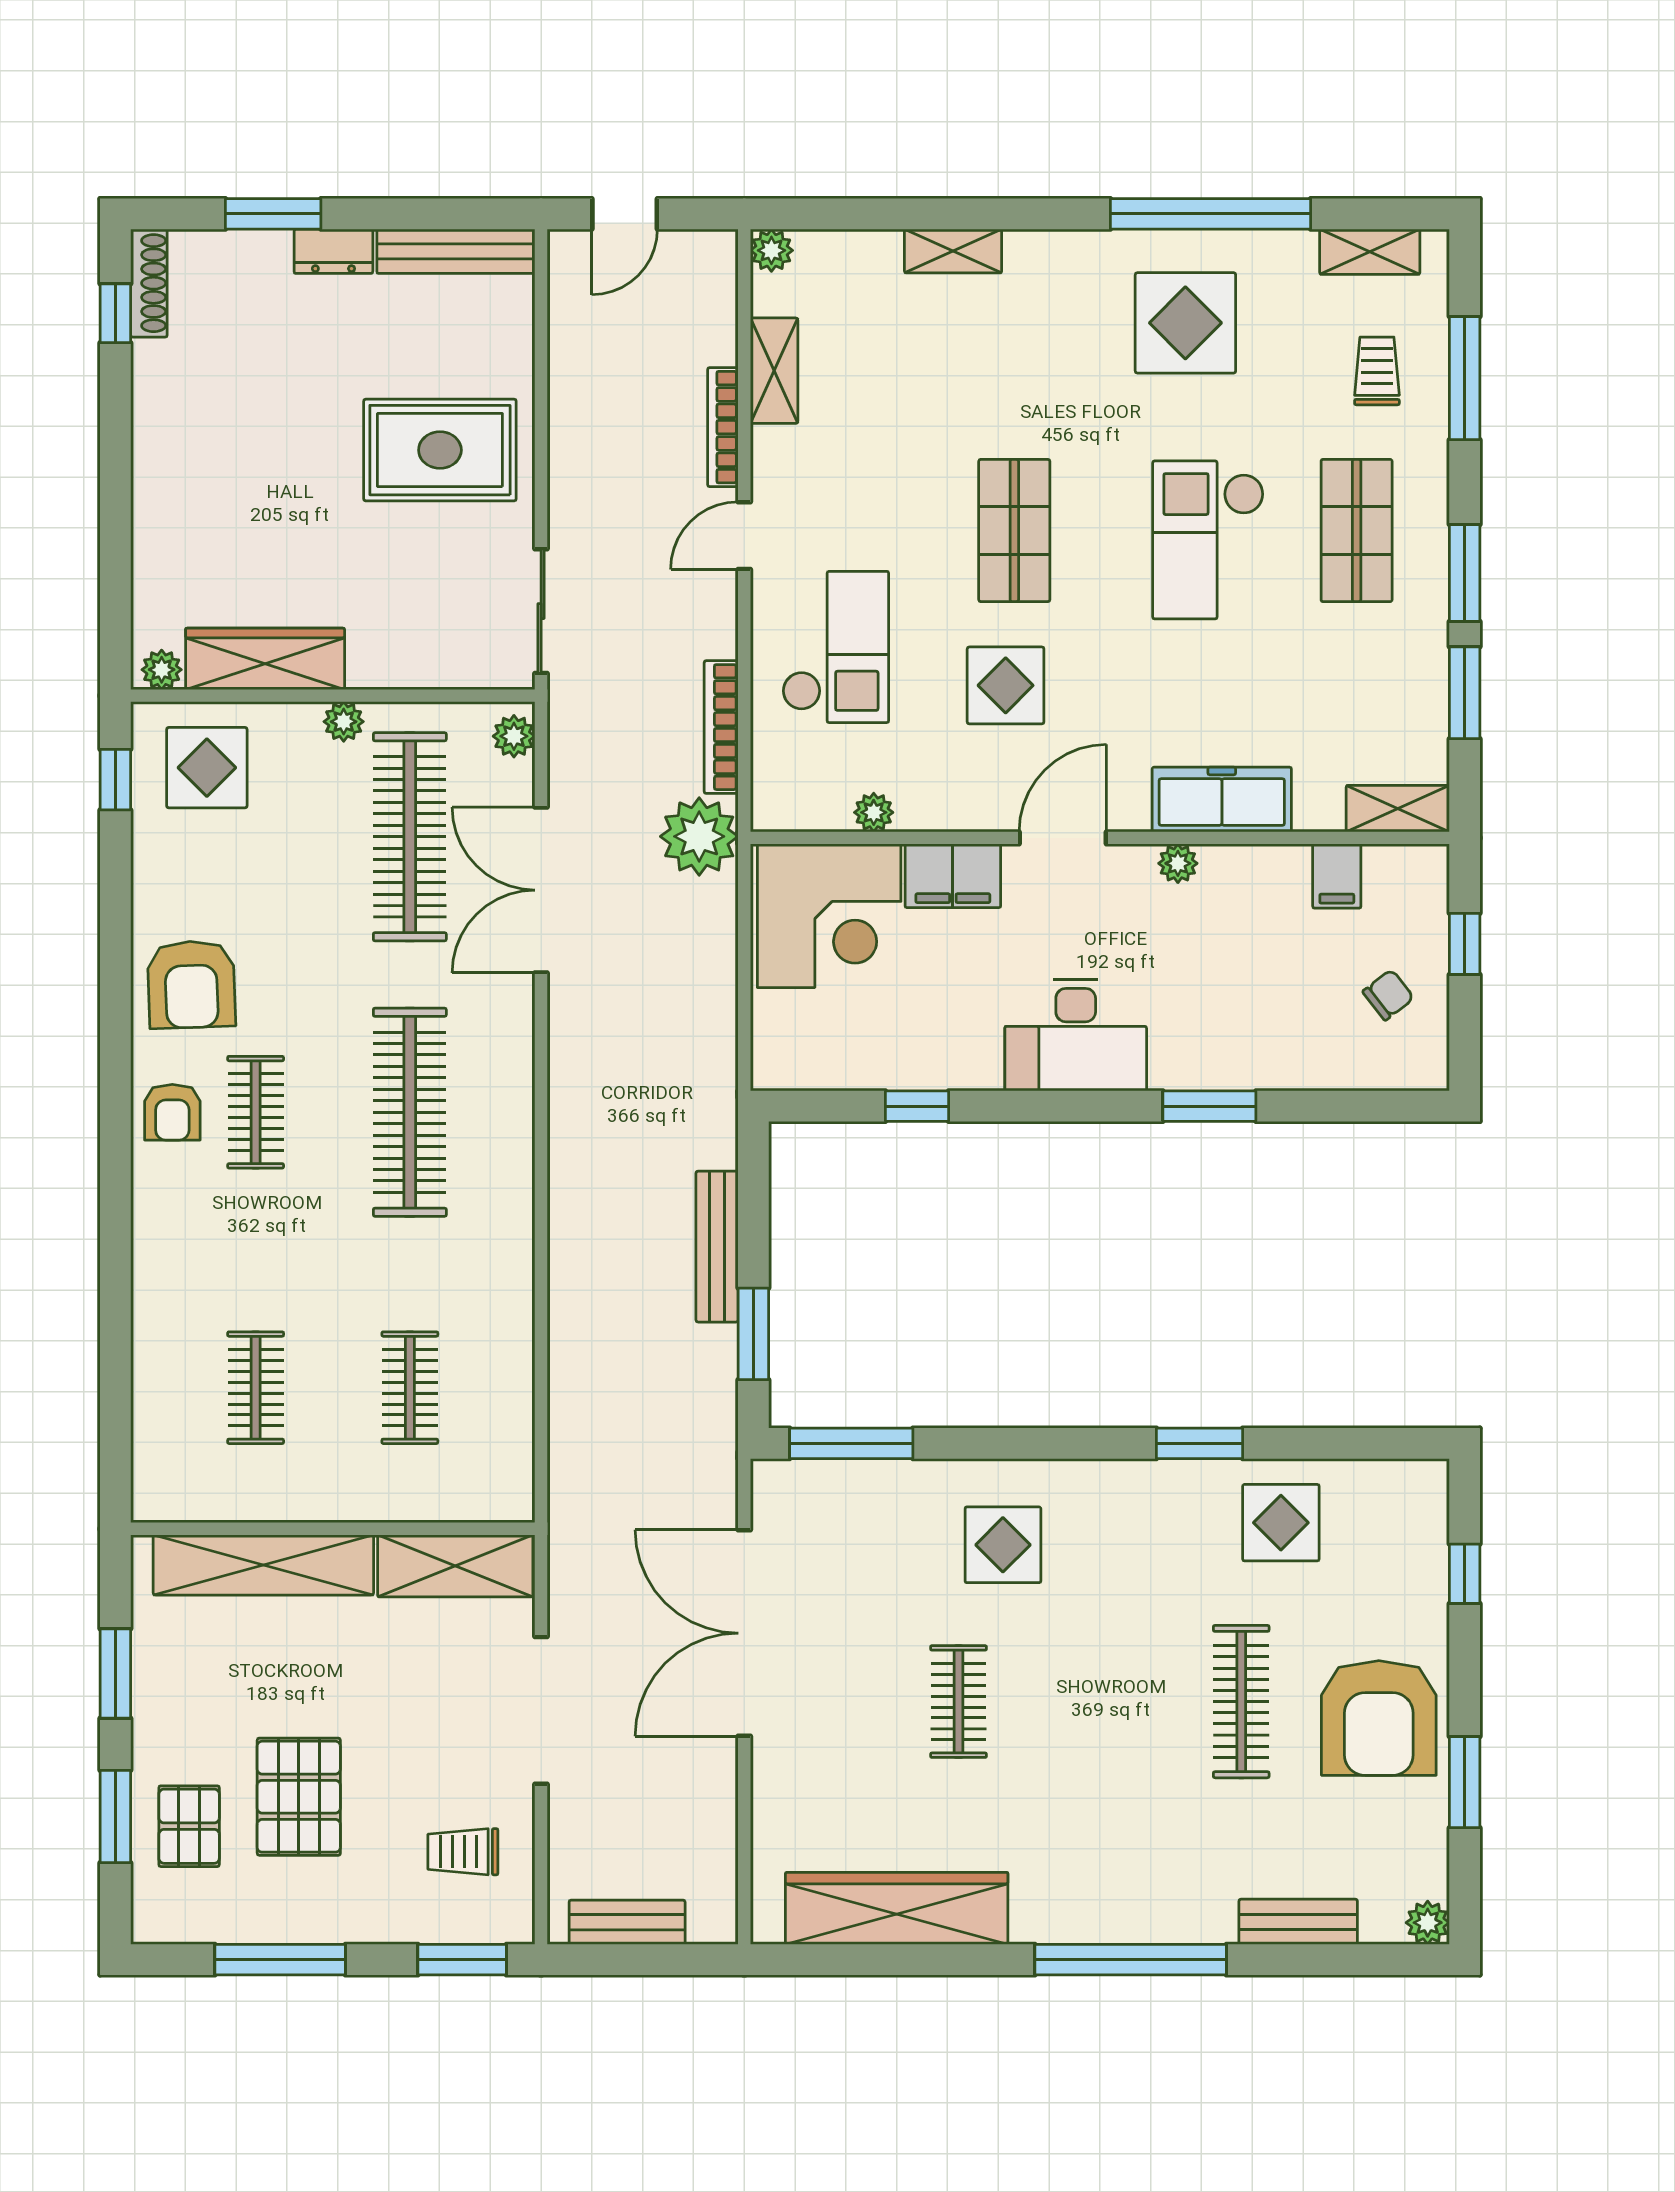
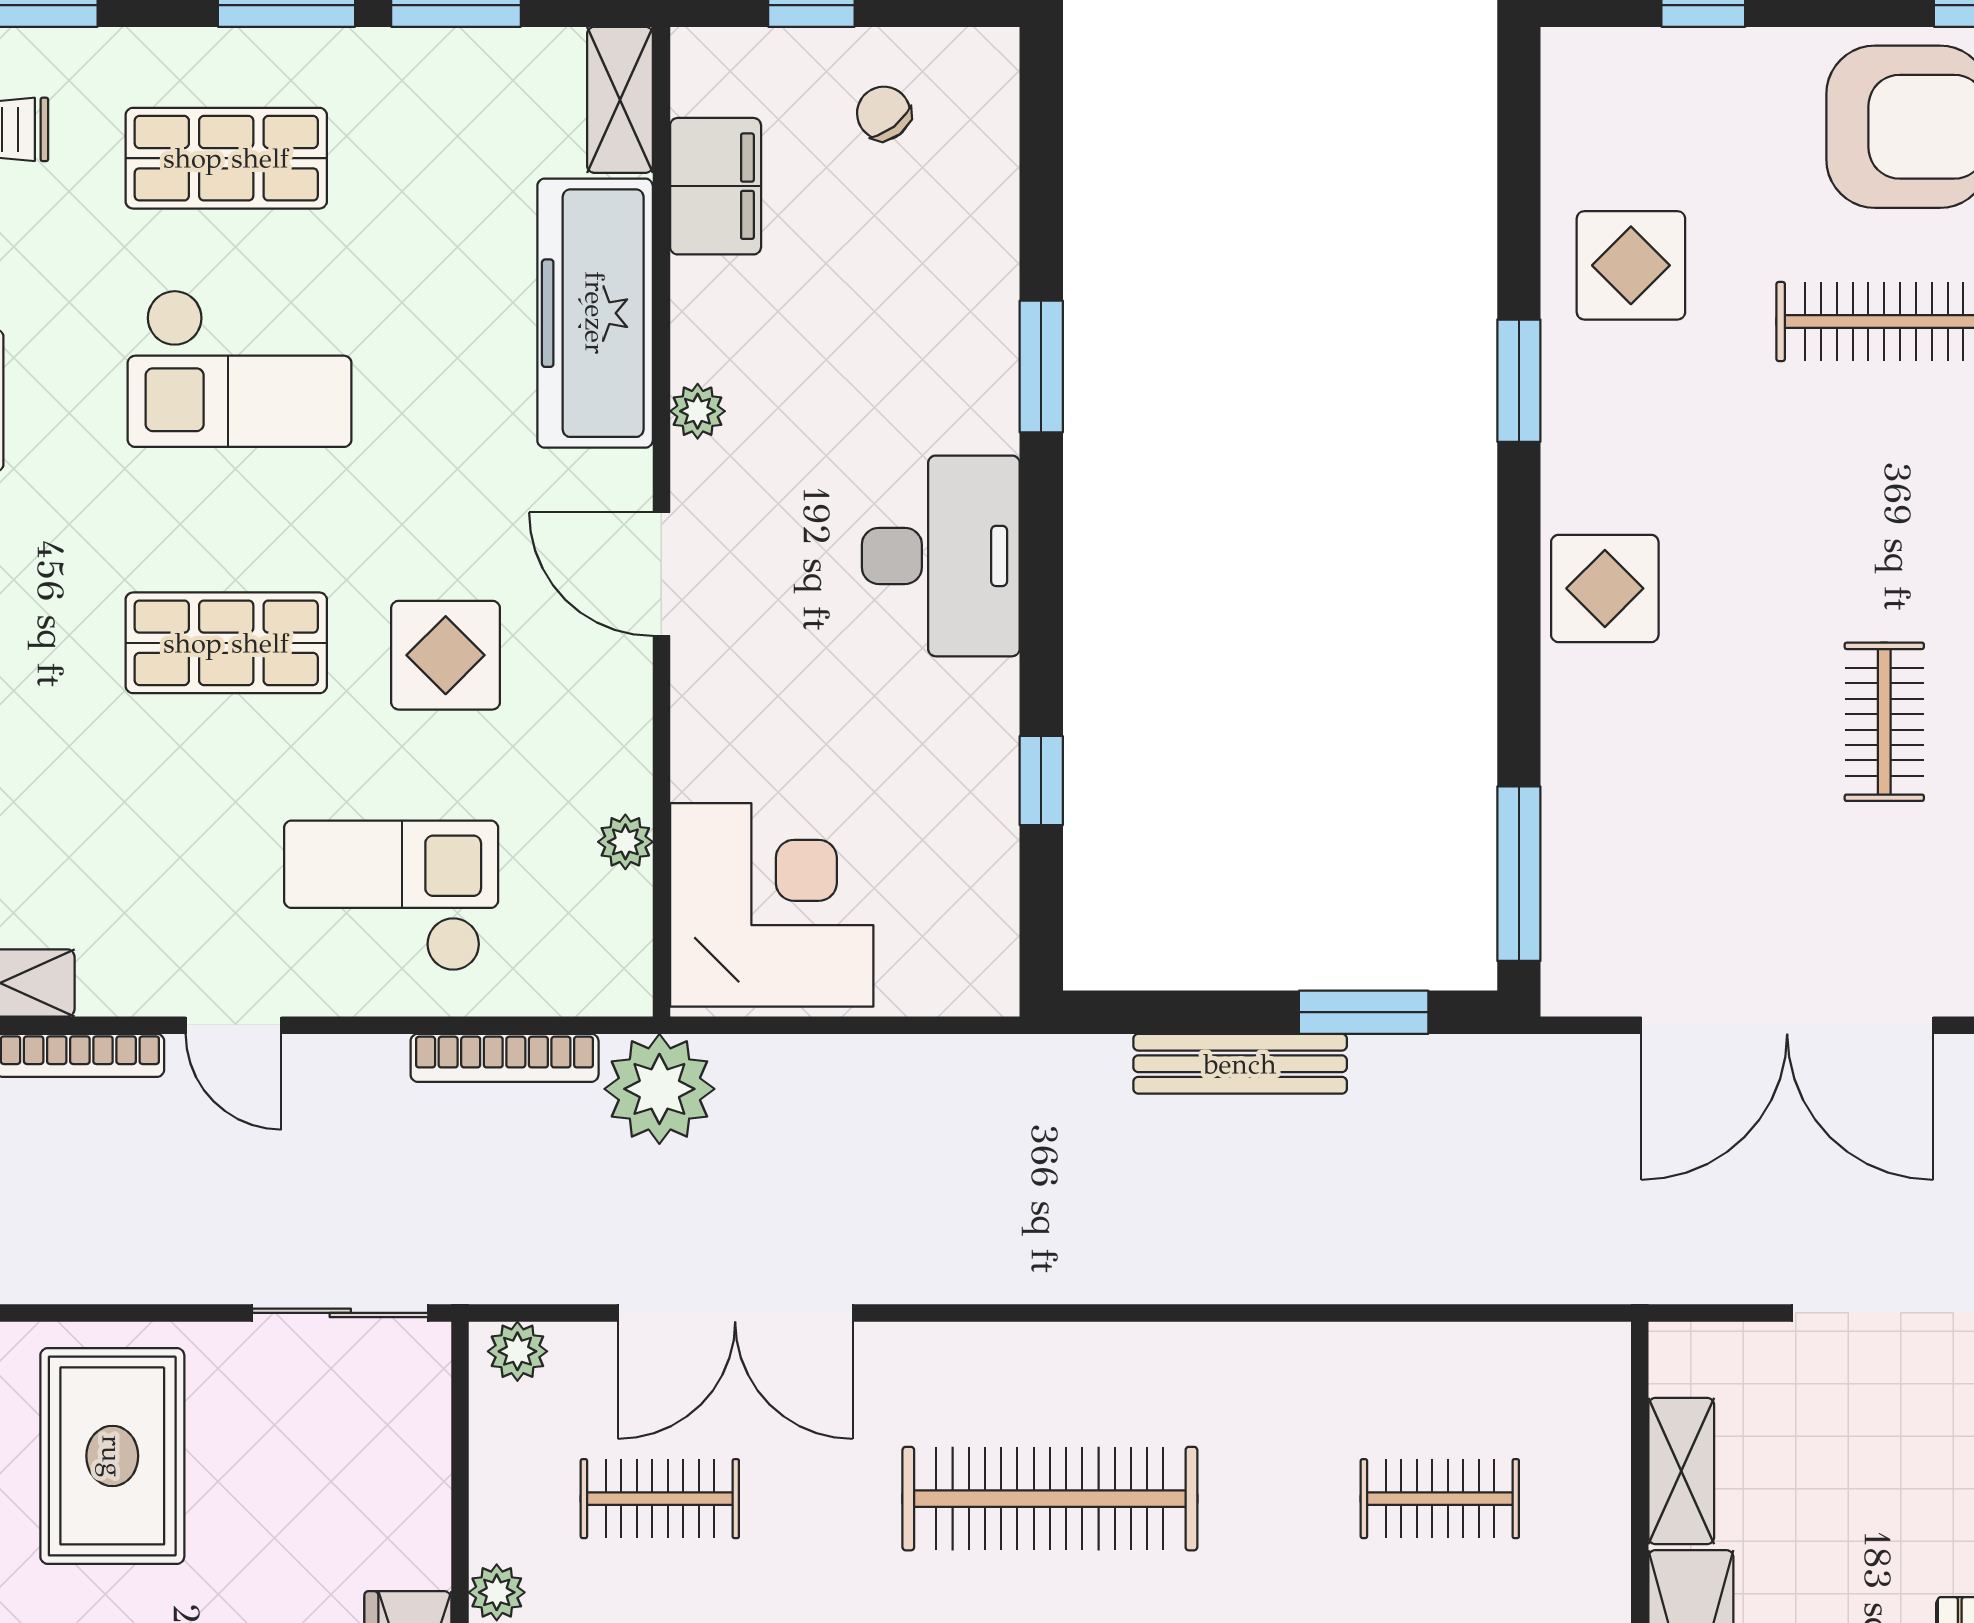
freezer: (1222, 799) -> (595, 313), width x1.36, depth x1.26
clothes rail: (410, 837) -> (660, 1499), width x0.54, depth x0.76
filing cabinet: (953, 876) -> (715, 730), removed
filing cabinet: (1337, 876) -> (716, 186), width x2.00
display table: (1003, 1545) -> (1605, 588), moved
shelving: (455, 1566) -> (1681, 1471), width x0.67, depth x0.75
clothes rail: (959, 1702) -> (1884, 722), turned 90

